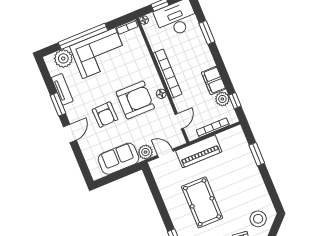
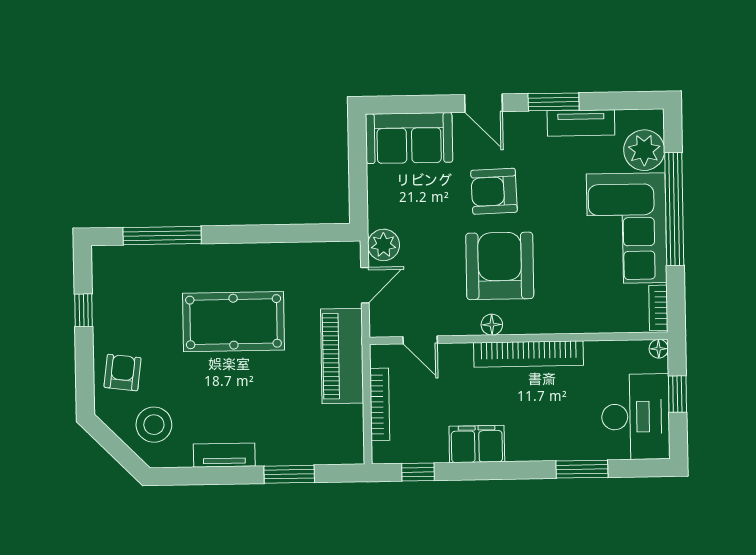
plant: (222, 99) -> (431, 447), removed
armchair: (135, 100) -> (500, 266), turned 180
sofa: (118, 159) -> (409, 138), moved, turned 90
tv unit: (259, 184) -> (224, 455), added

